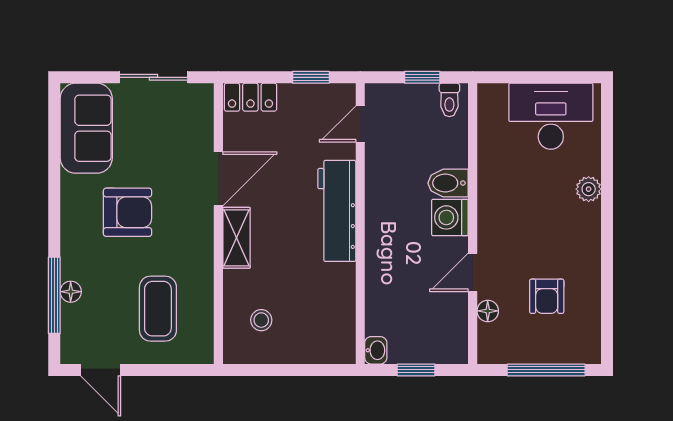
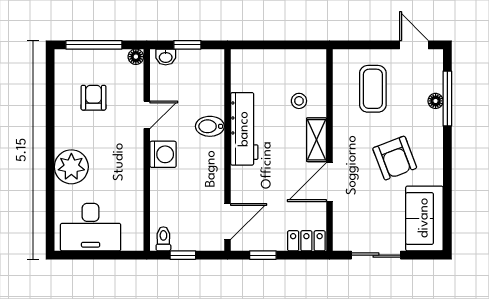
door: (360, 124) -> (227, 222), width x1.38
bidet: (448, 183) -> (210, 126), moved, turned 180
plant: (589, 189) -> (71, 167), width x1.88, depth x1.88
workbench: (337, 211) -> (244, 129), moved
armchair: (128, 212) -> (395, 158), turned -111
floor lamp: (488, 311) -> (136, 57), moved
stool: (261, 320) -> (299, 101), moved
washbasin: (376, 350) -> (166, 57), moved, turned -90

